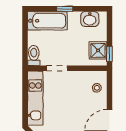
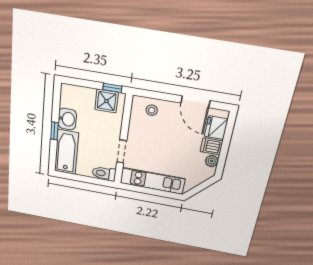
washbasin: (90, 19) -> (67, 119), moved

